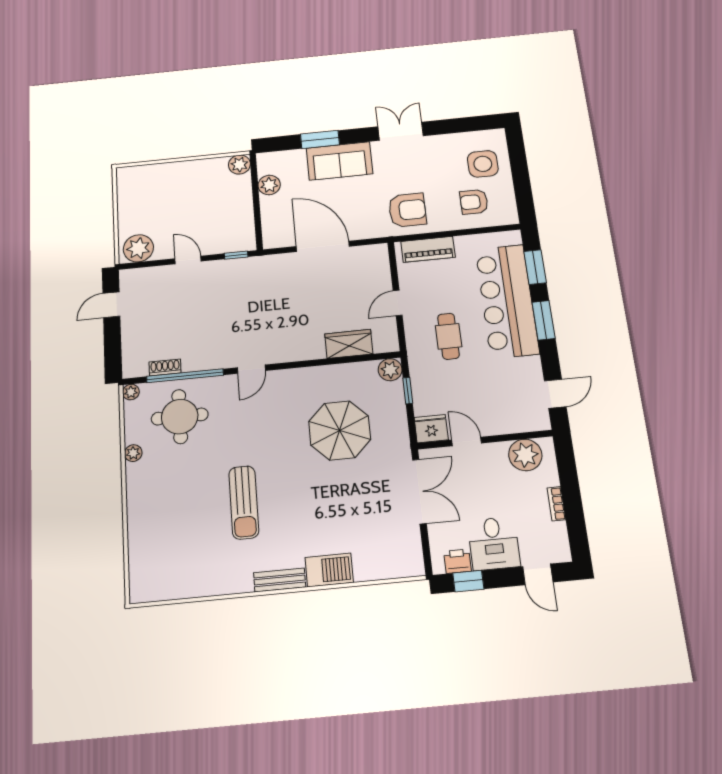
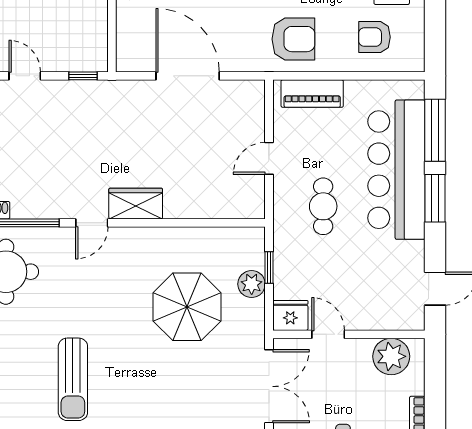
window: (535, 267) -> (435, 130), width x1.44
wardrobe: (349, 344) -> (136, 204), moved
plant: (390, 370) -> (252, 284), moved

